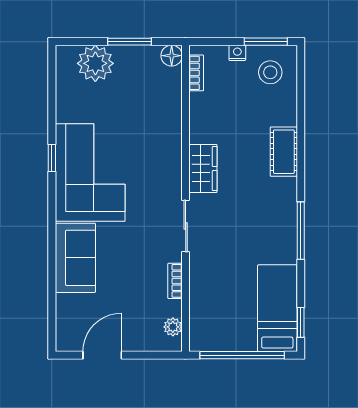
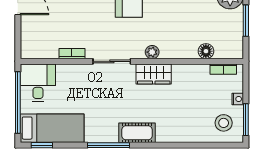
floor lamp: (172, 56) -> (206, 51), moved
cot: (284, 152) -> (137, 133), moved
plant: (173, 327) -> (152, 52), moved
desk: (215, 328) -> (38, 83), added

